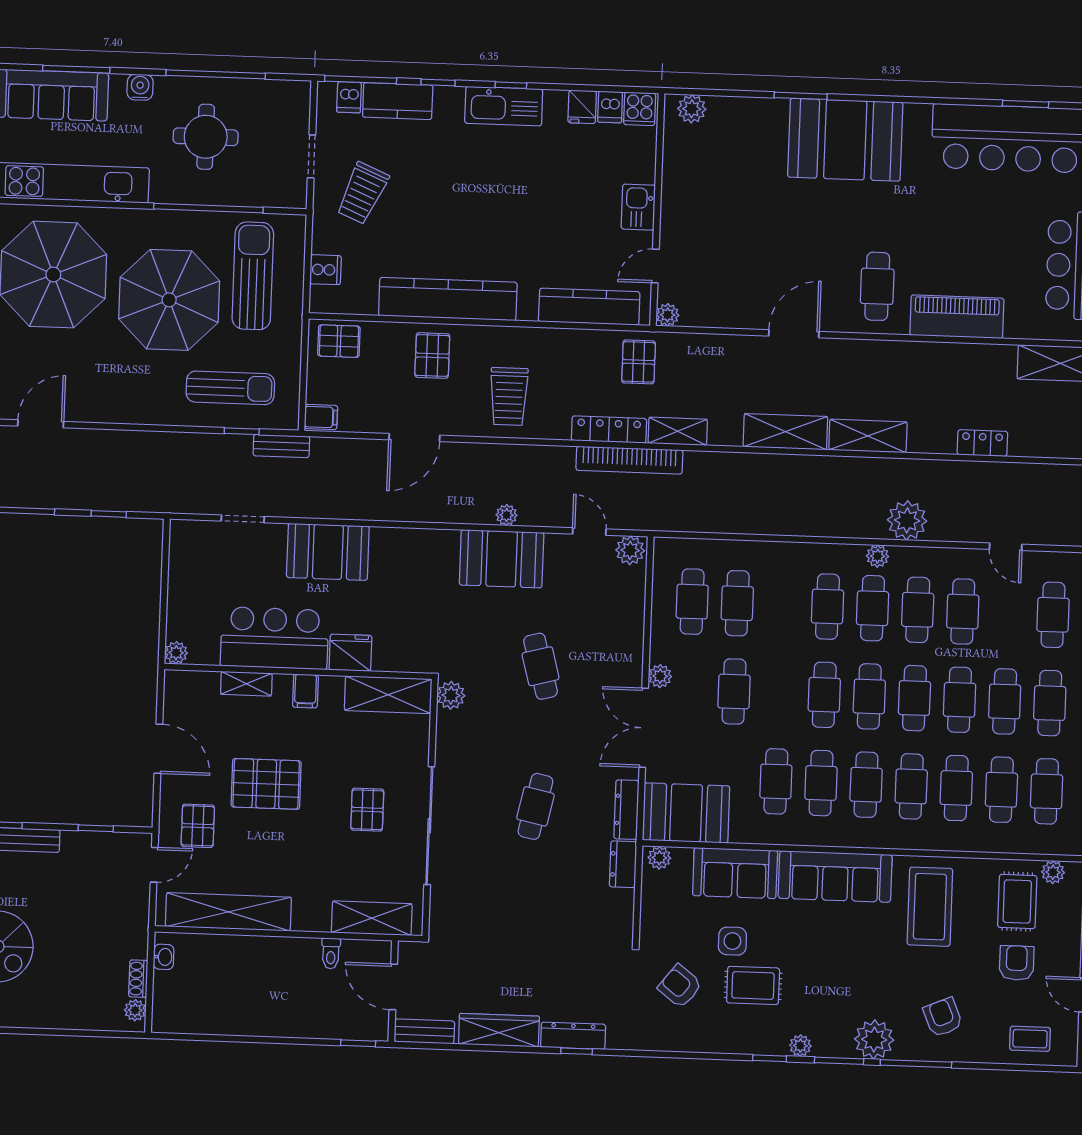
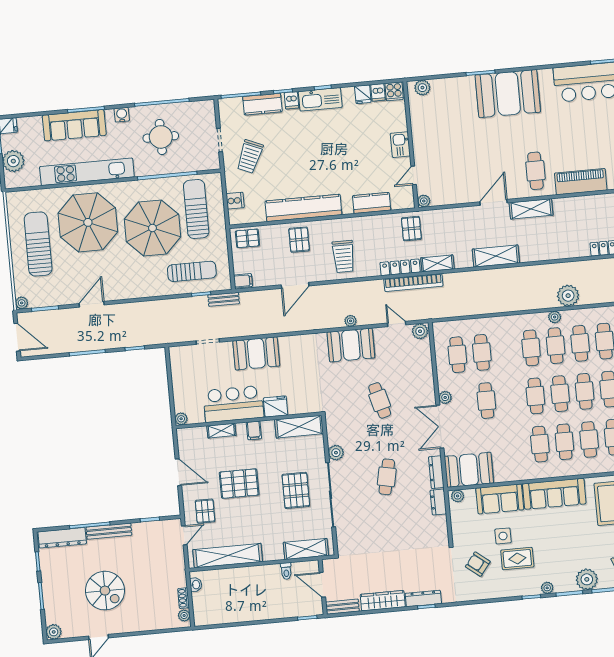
dishwasher: (349, 97) -> (291, 100), moved
kitchen counter: (589, 307) -> (372, 203), width x0.67
shelving: (868, 436) -> (531, 209), moved
plant: (451, 695) -> (336, 453), moved
cafe table: (776, 781) -> (515, 446), removed
pallet: (367, 810) -> (296, 490), width x1.50, depth x1.42

